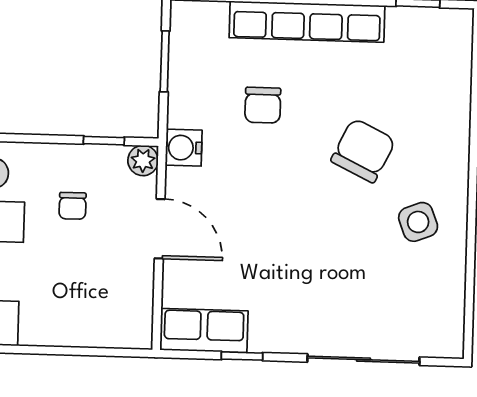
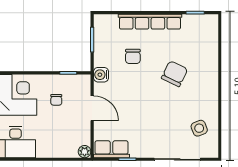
plant: (143, 160) -> (85, 152), moved
side table: (418, 222) -> (199, 128), moved

